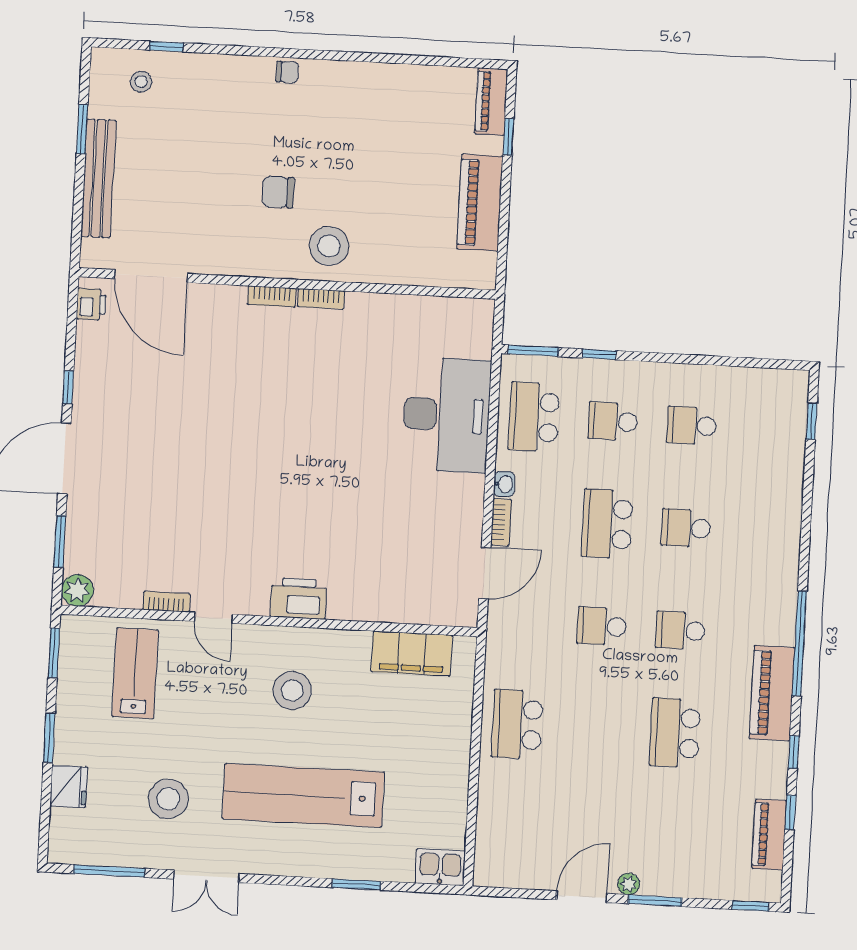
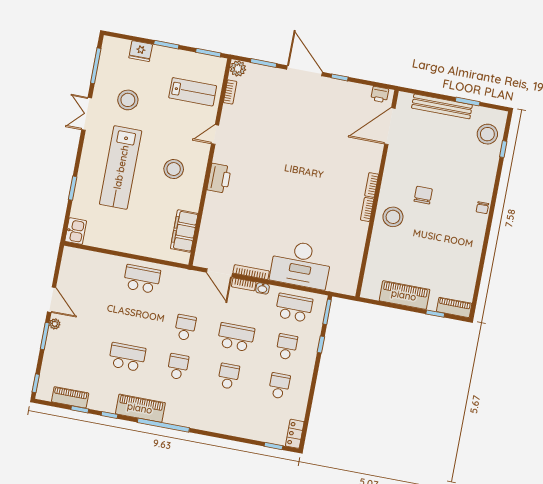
stool: (141, 82) -> (487, 134), width x1.89, depth x1.89
locker: (782, 382) -> (295, 434), added
bookcase: (475, 511) -> (251, 272), added
bookcase: (166, 602) -> (230, 92), moved
lab bench: (303, 795) -> (121, 167), turned 180

